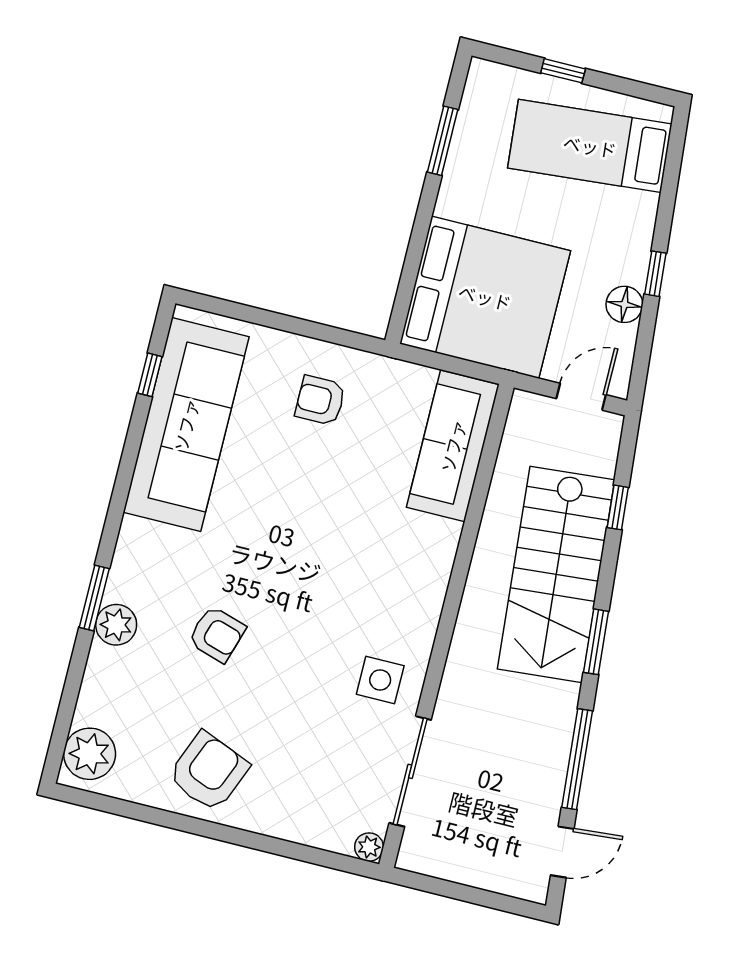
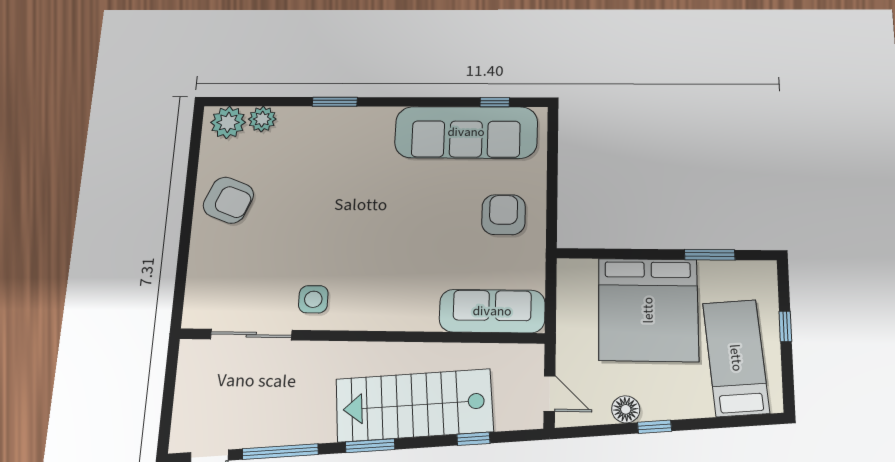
bed: (485, 297) -> (648, 310), moved
armchair: (320, 400) -> (503, 215), width x1.38, depth x1.38
plant: (116, 625) -> (262, 119), moved
armchair: (217, 634) -> (325, 184), removed
plant: (369, 847) -> (192, 319), removed

